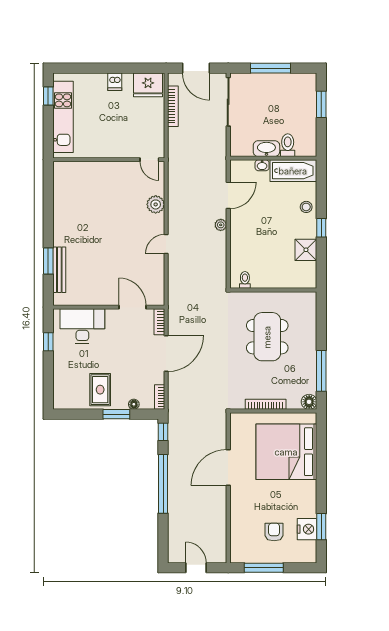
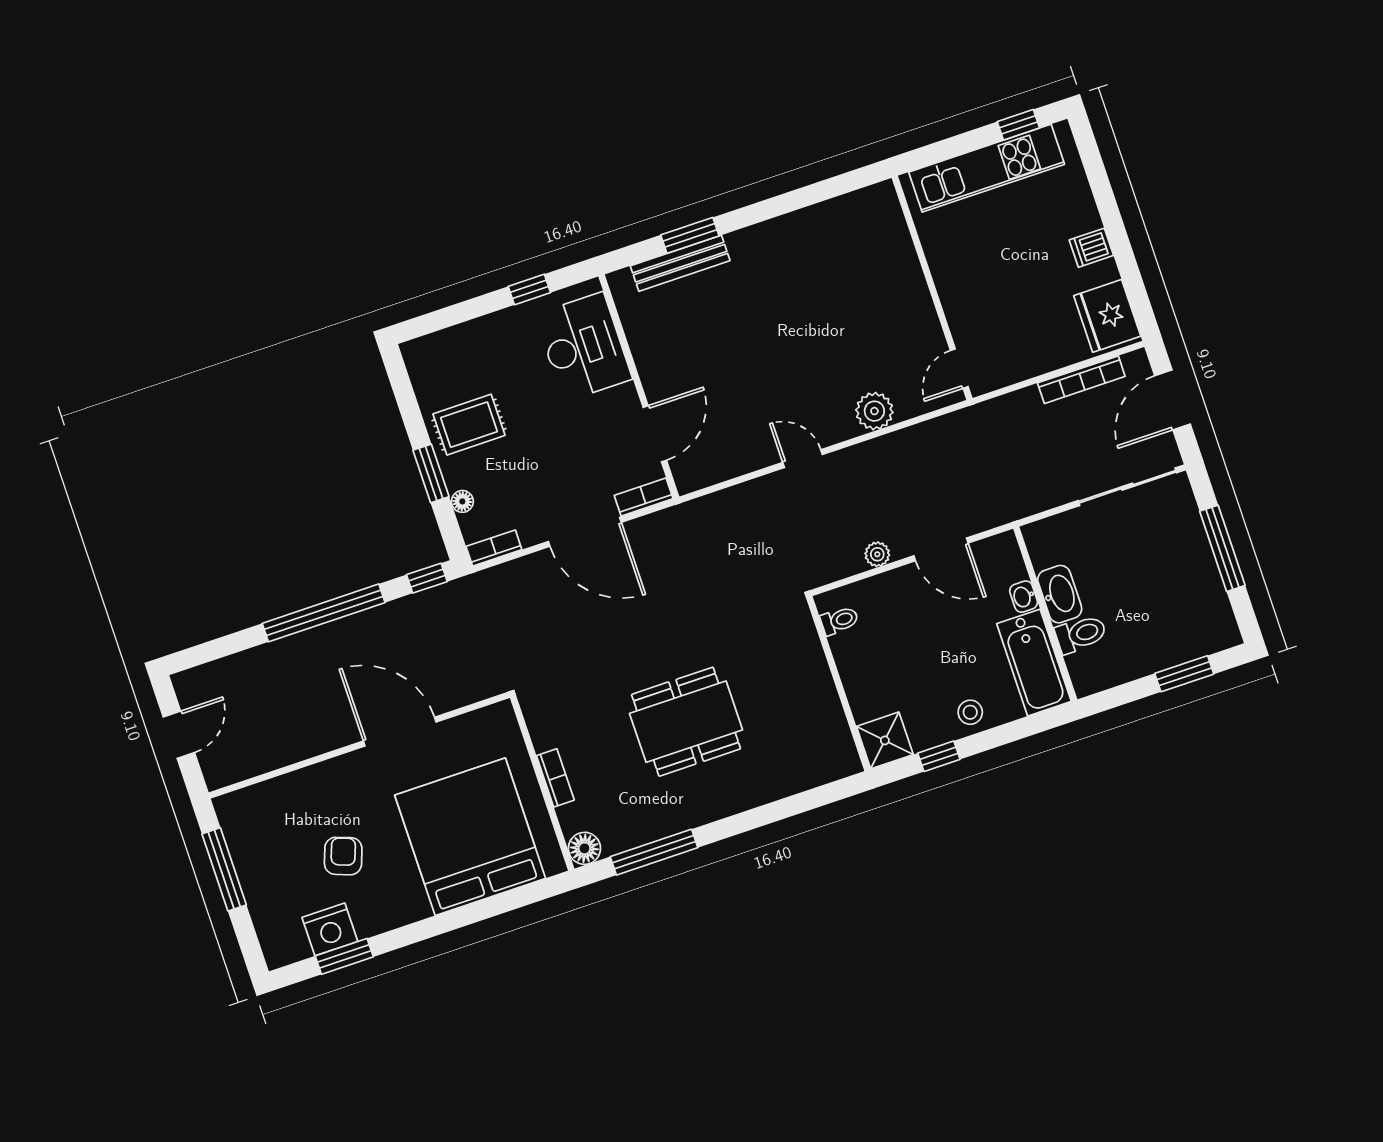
toilet: (245, 280) -> (839, 620), moved
wall: (273, 290) -> (838, 684), moved
bookcase: (266, 404) -> (555, 778), width x0.64
armchair: (274, 532) -> (343, 856), moved, turned -70

